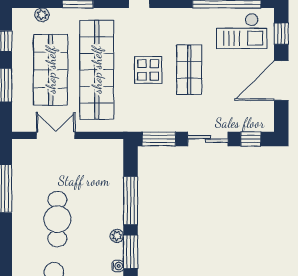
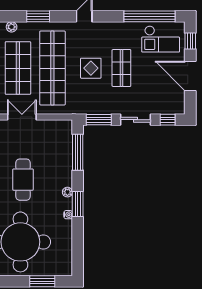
door: (281, 81) -> (190, 76), hinge flipped
window: (131, 201) -> (78, 152), moved

